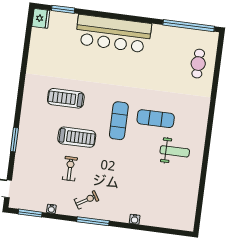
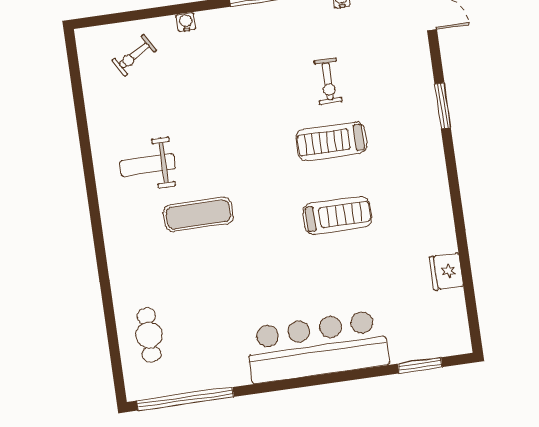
fridge: (41, 18) -> (446, 271), moved
treadmill: (66, 98) -> (337, 215), moved
exercise mat: (119, 121) -> (264, 192), removed
exercise bike: (87, 200) -> (134, 55), moved

